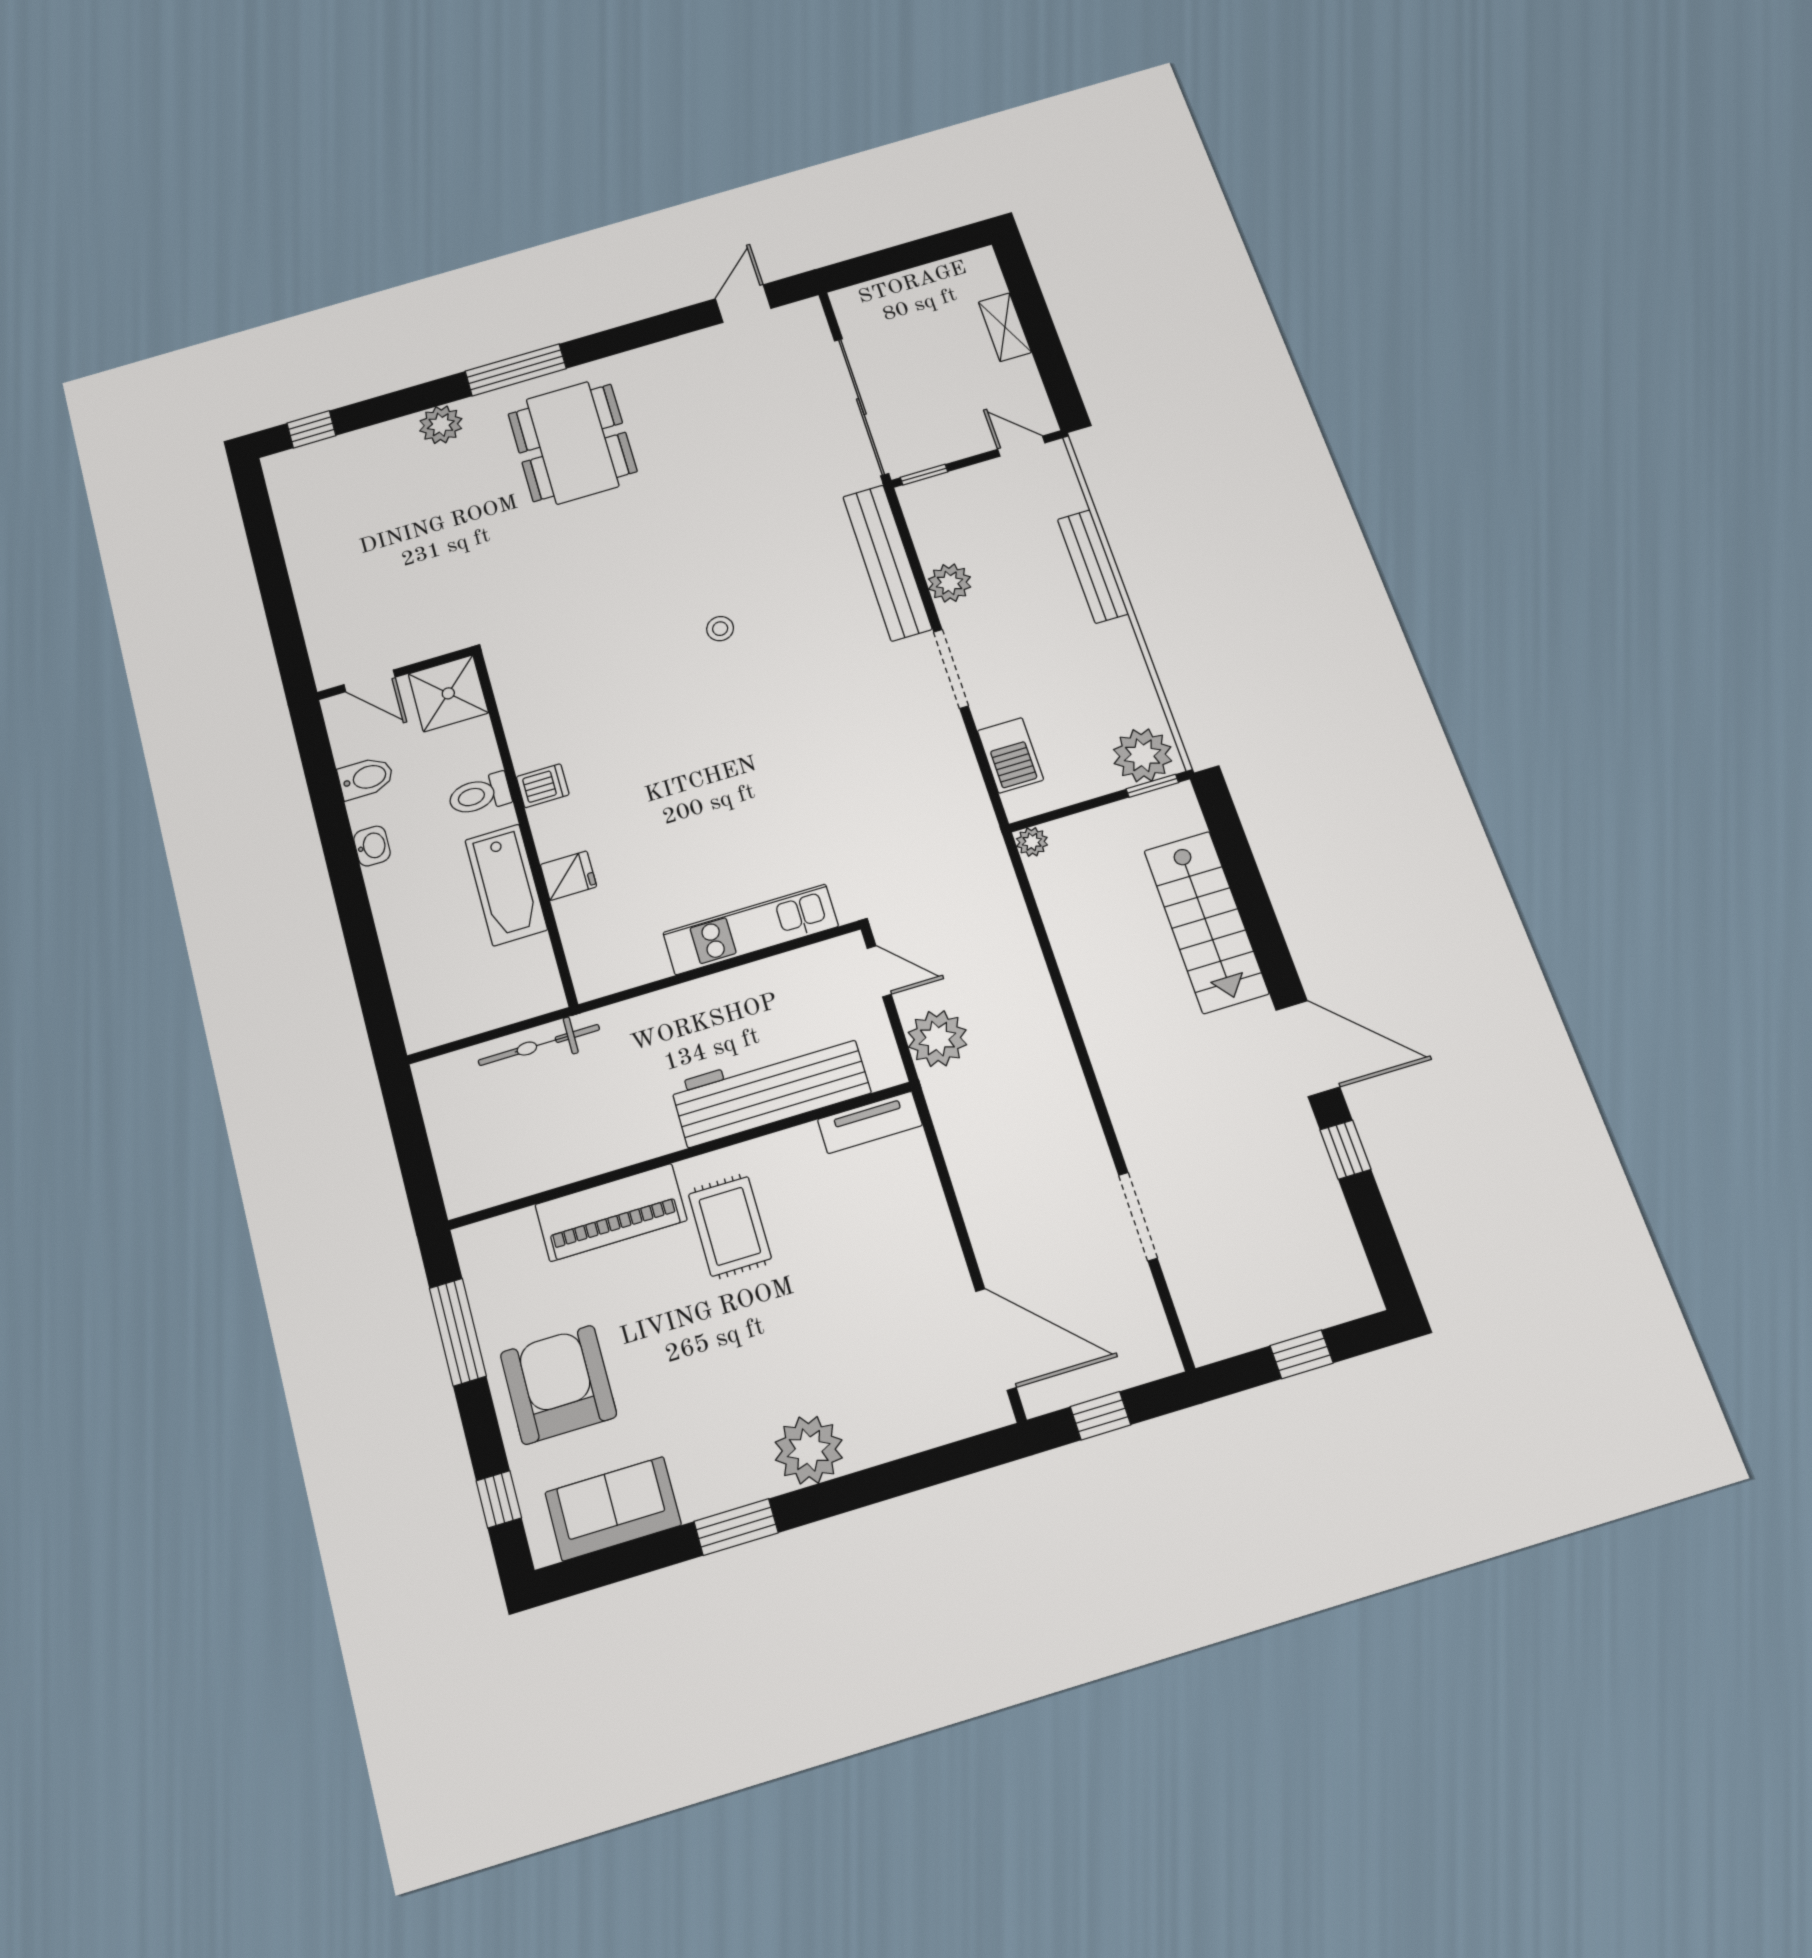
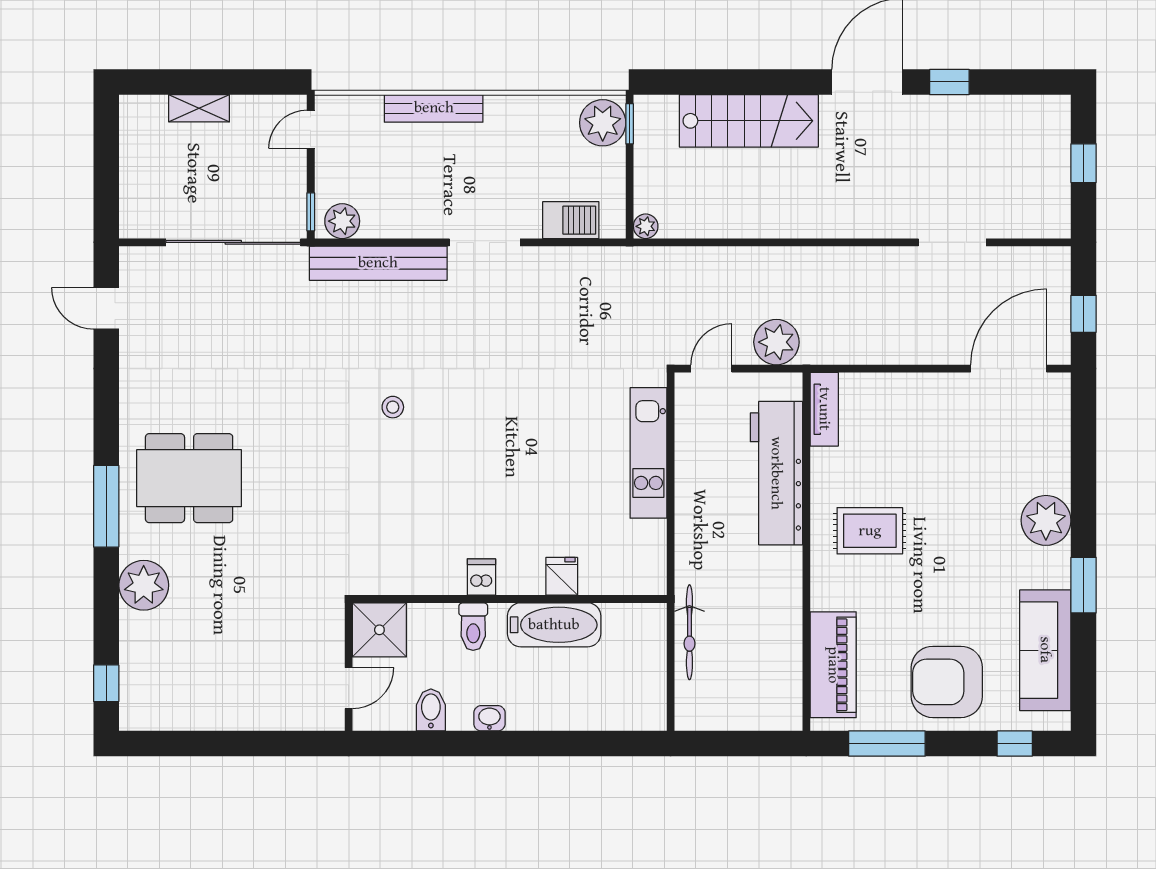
plant: (441, 425) -> (144, 585), width x1.36, depth x1.36
plant: (950, 583) -> (342, 221), moved
piano: (611, 1212) -> (833, 665), moved
sofa: (613, 1509) -> (1045, 650), width x1.36

